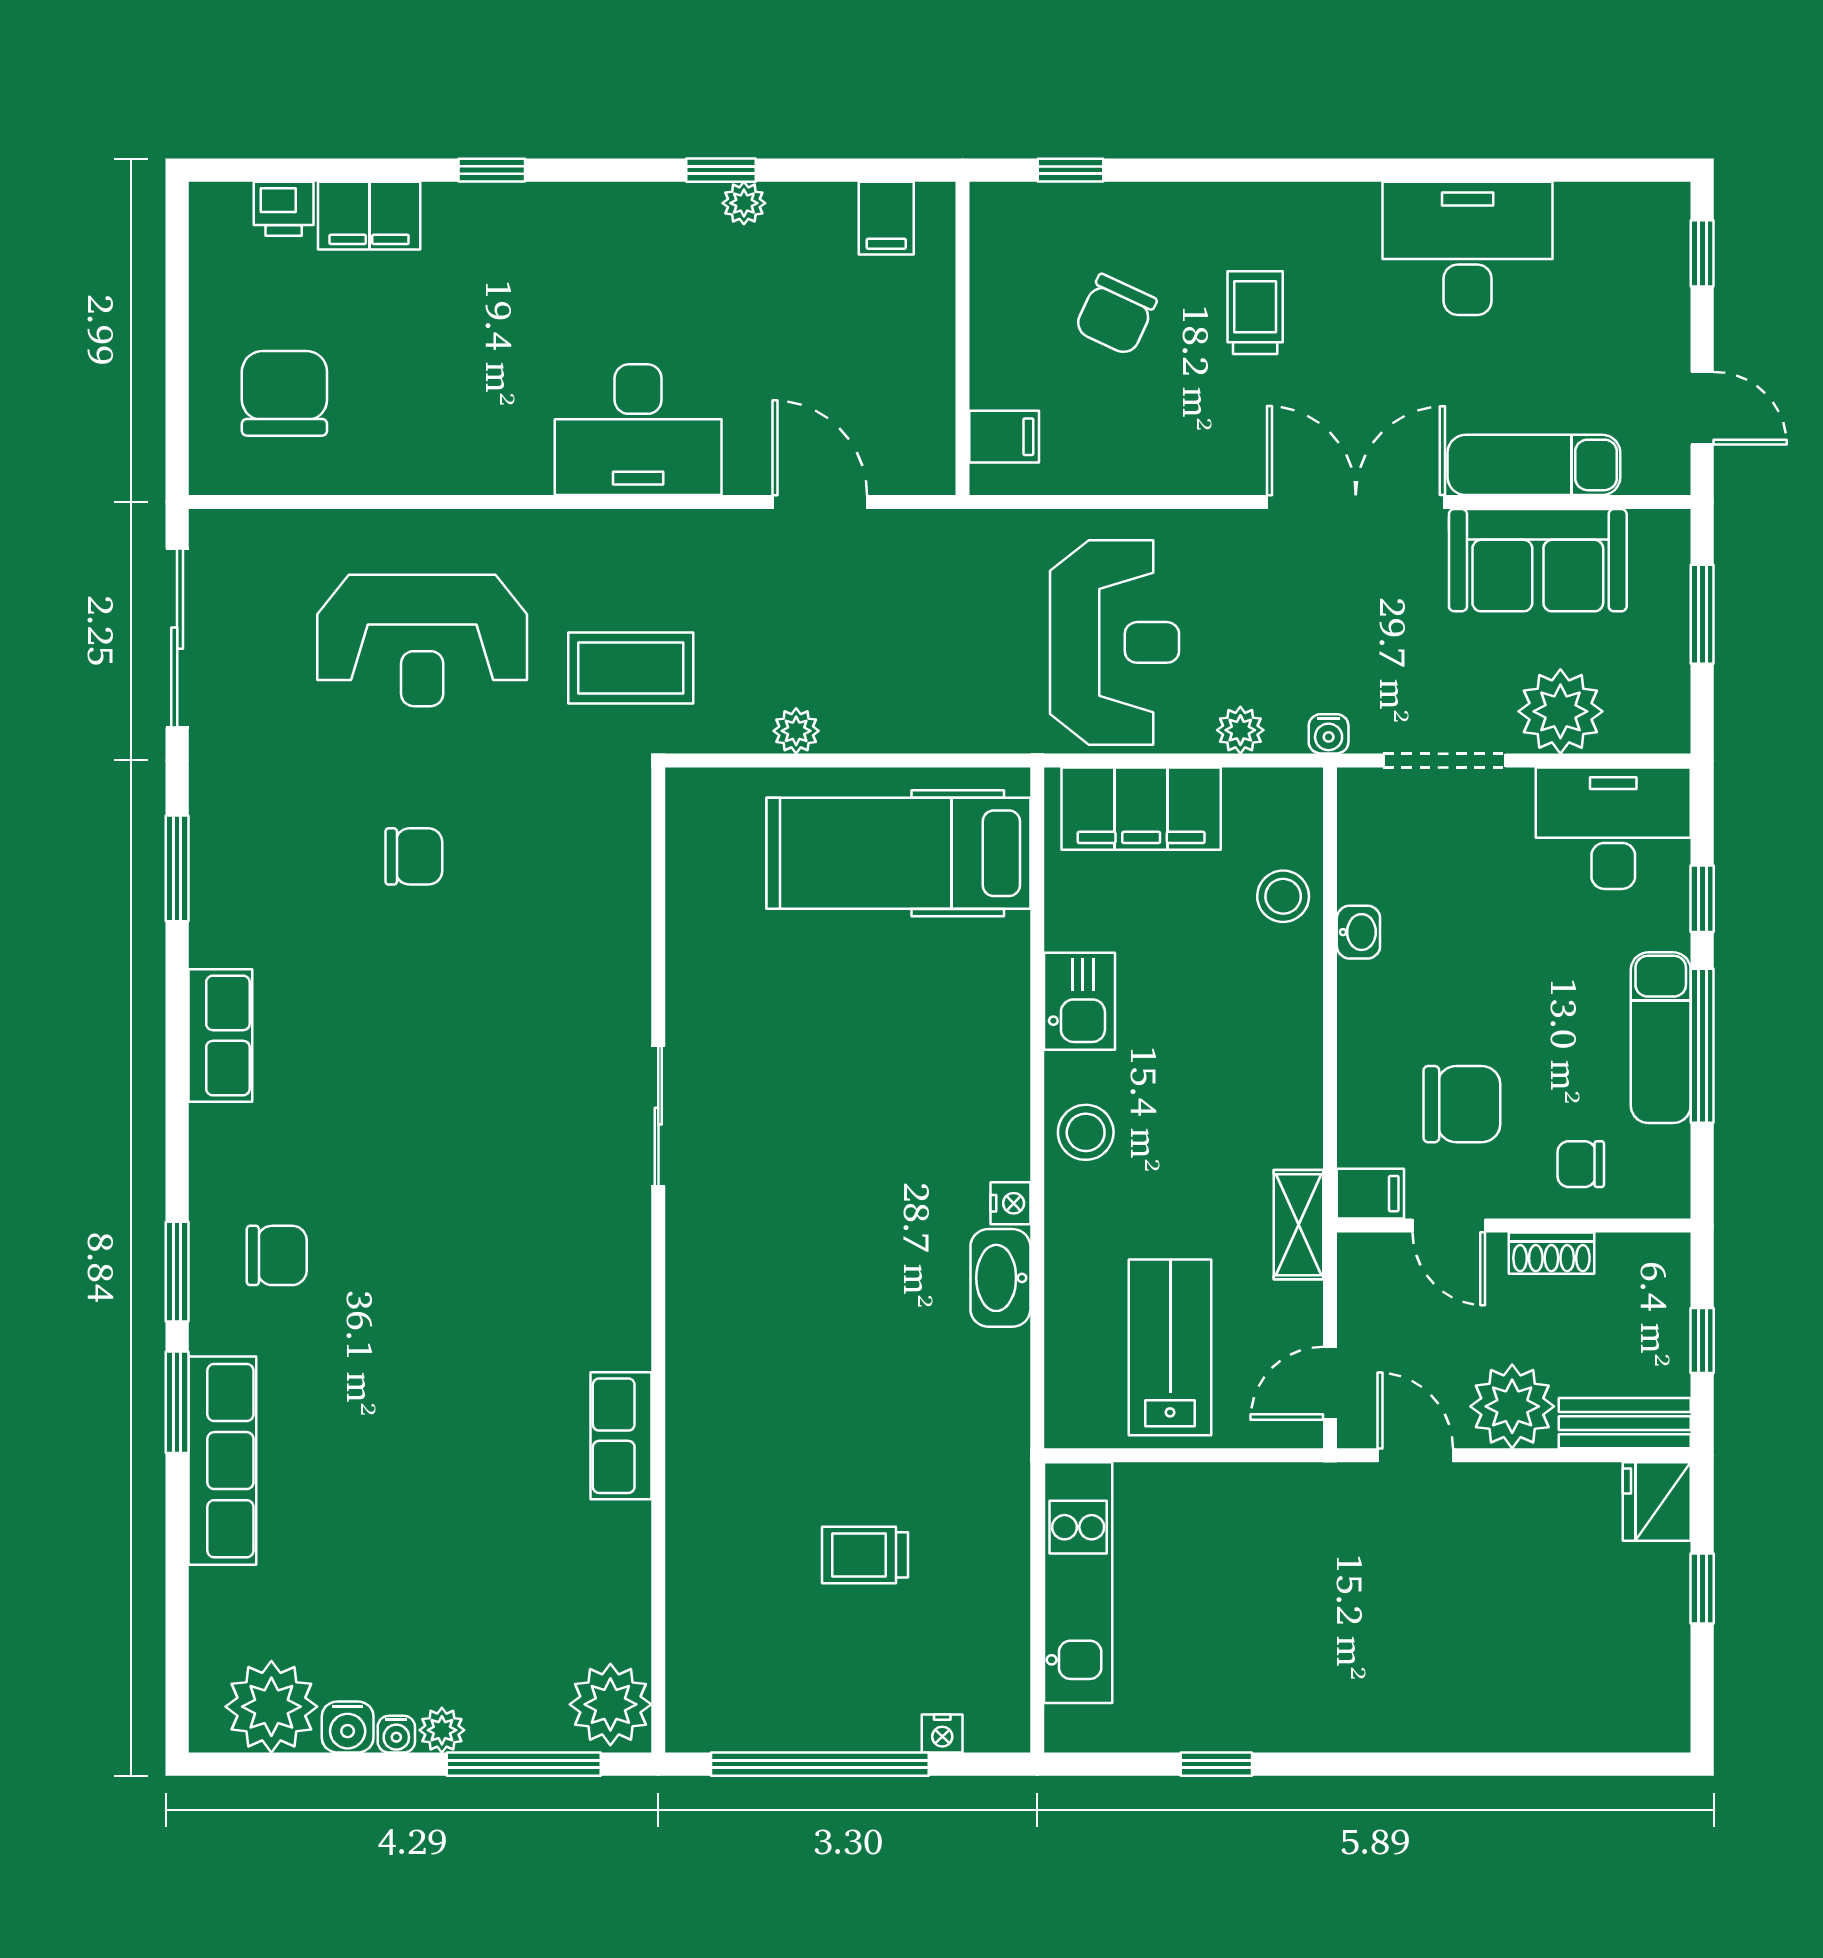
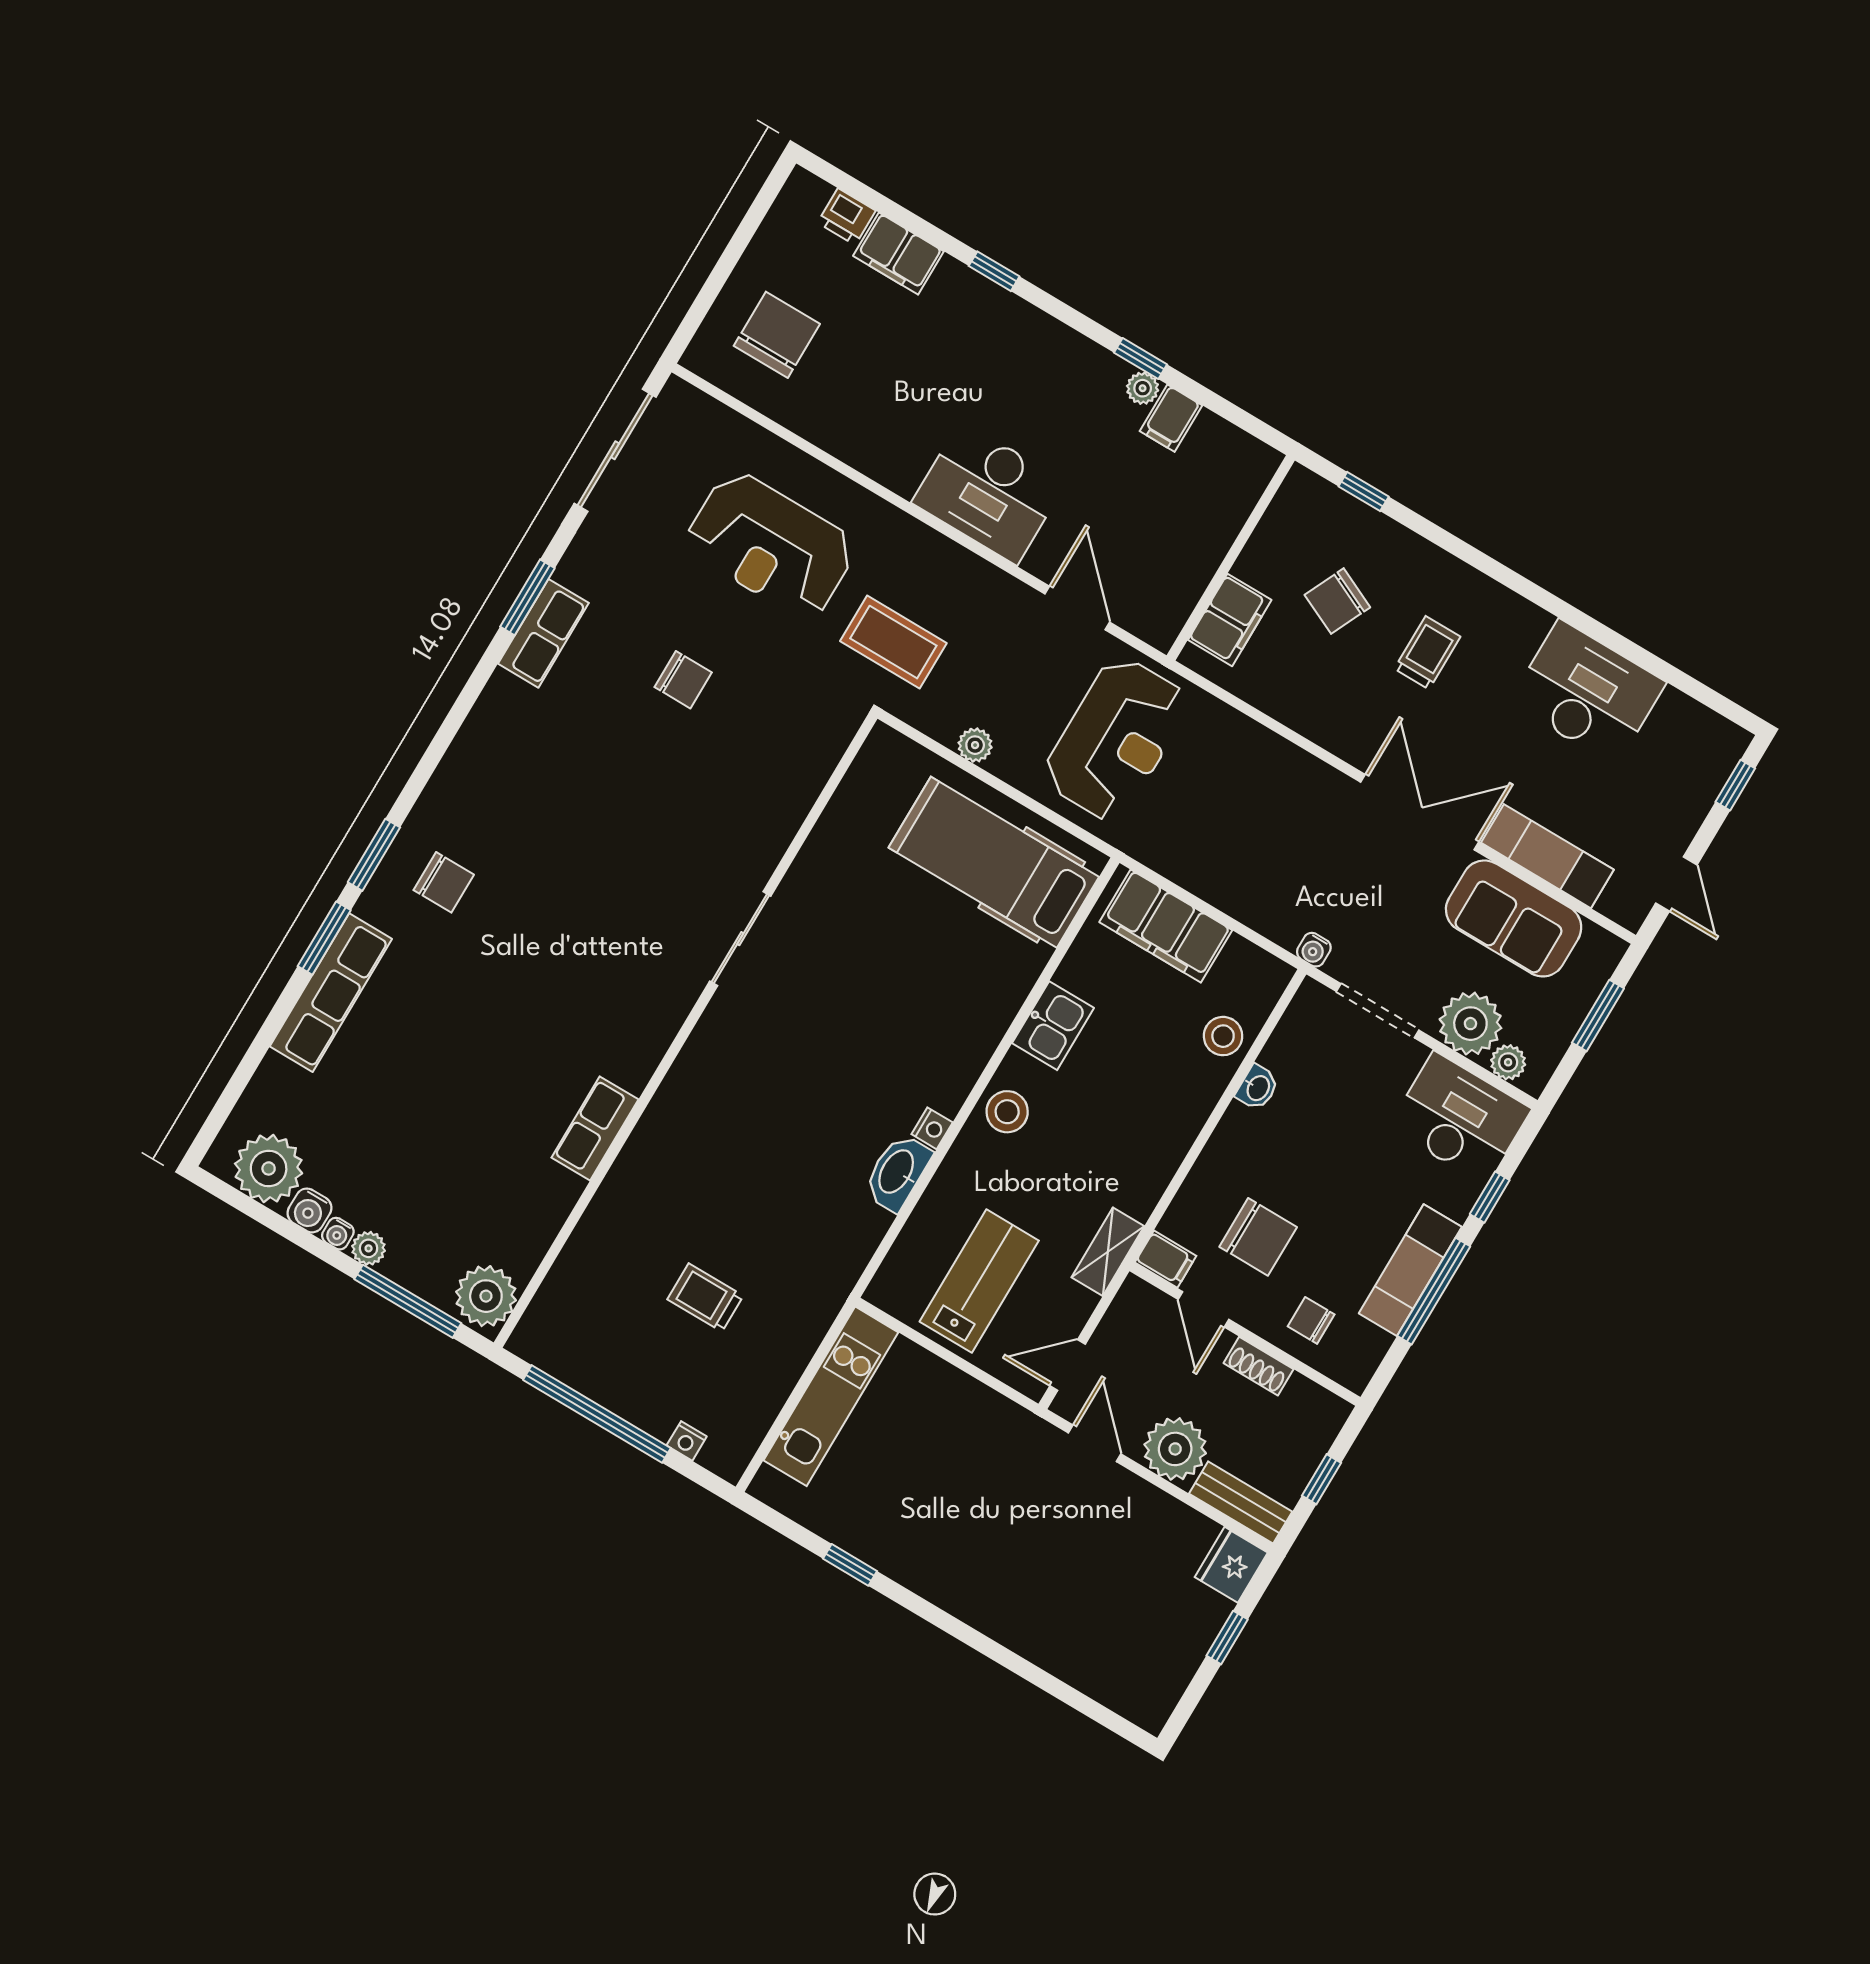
filing cabinet: (886, 218) -> (1171, 418), moved
filing cabinet: (1004, 437) -> (1230, 620), width x2.00
reception desk: (1115, 642) -> (1116, 739), moved
plant: (1240, 730) -> (1508, 1062), moved
row of seats: (220, 1036) -> (543, 633), moved

